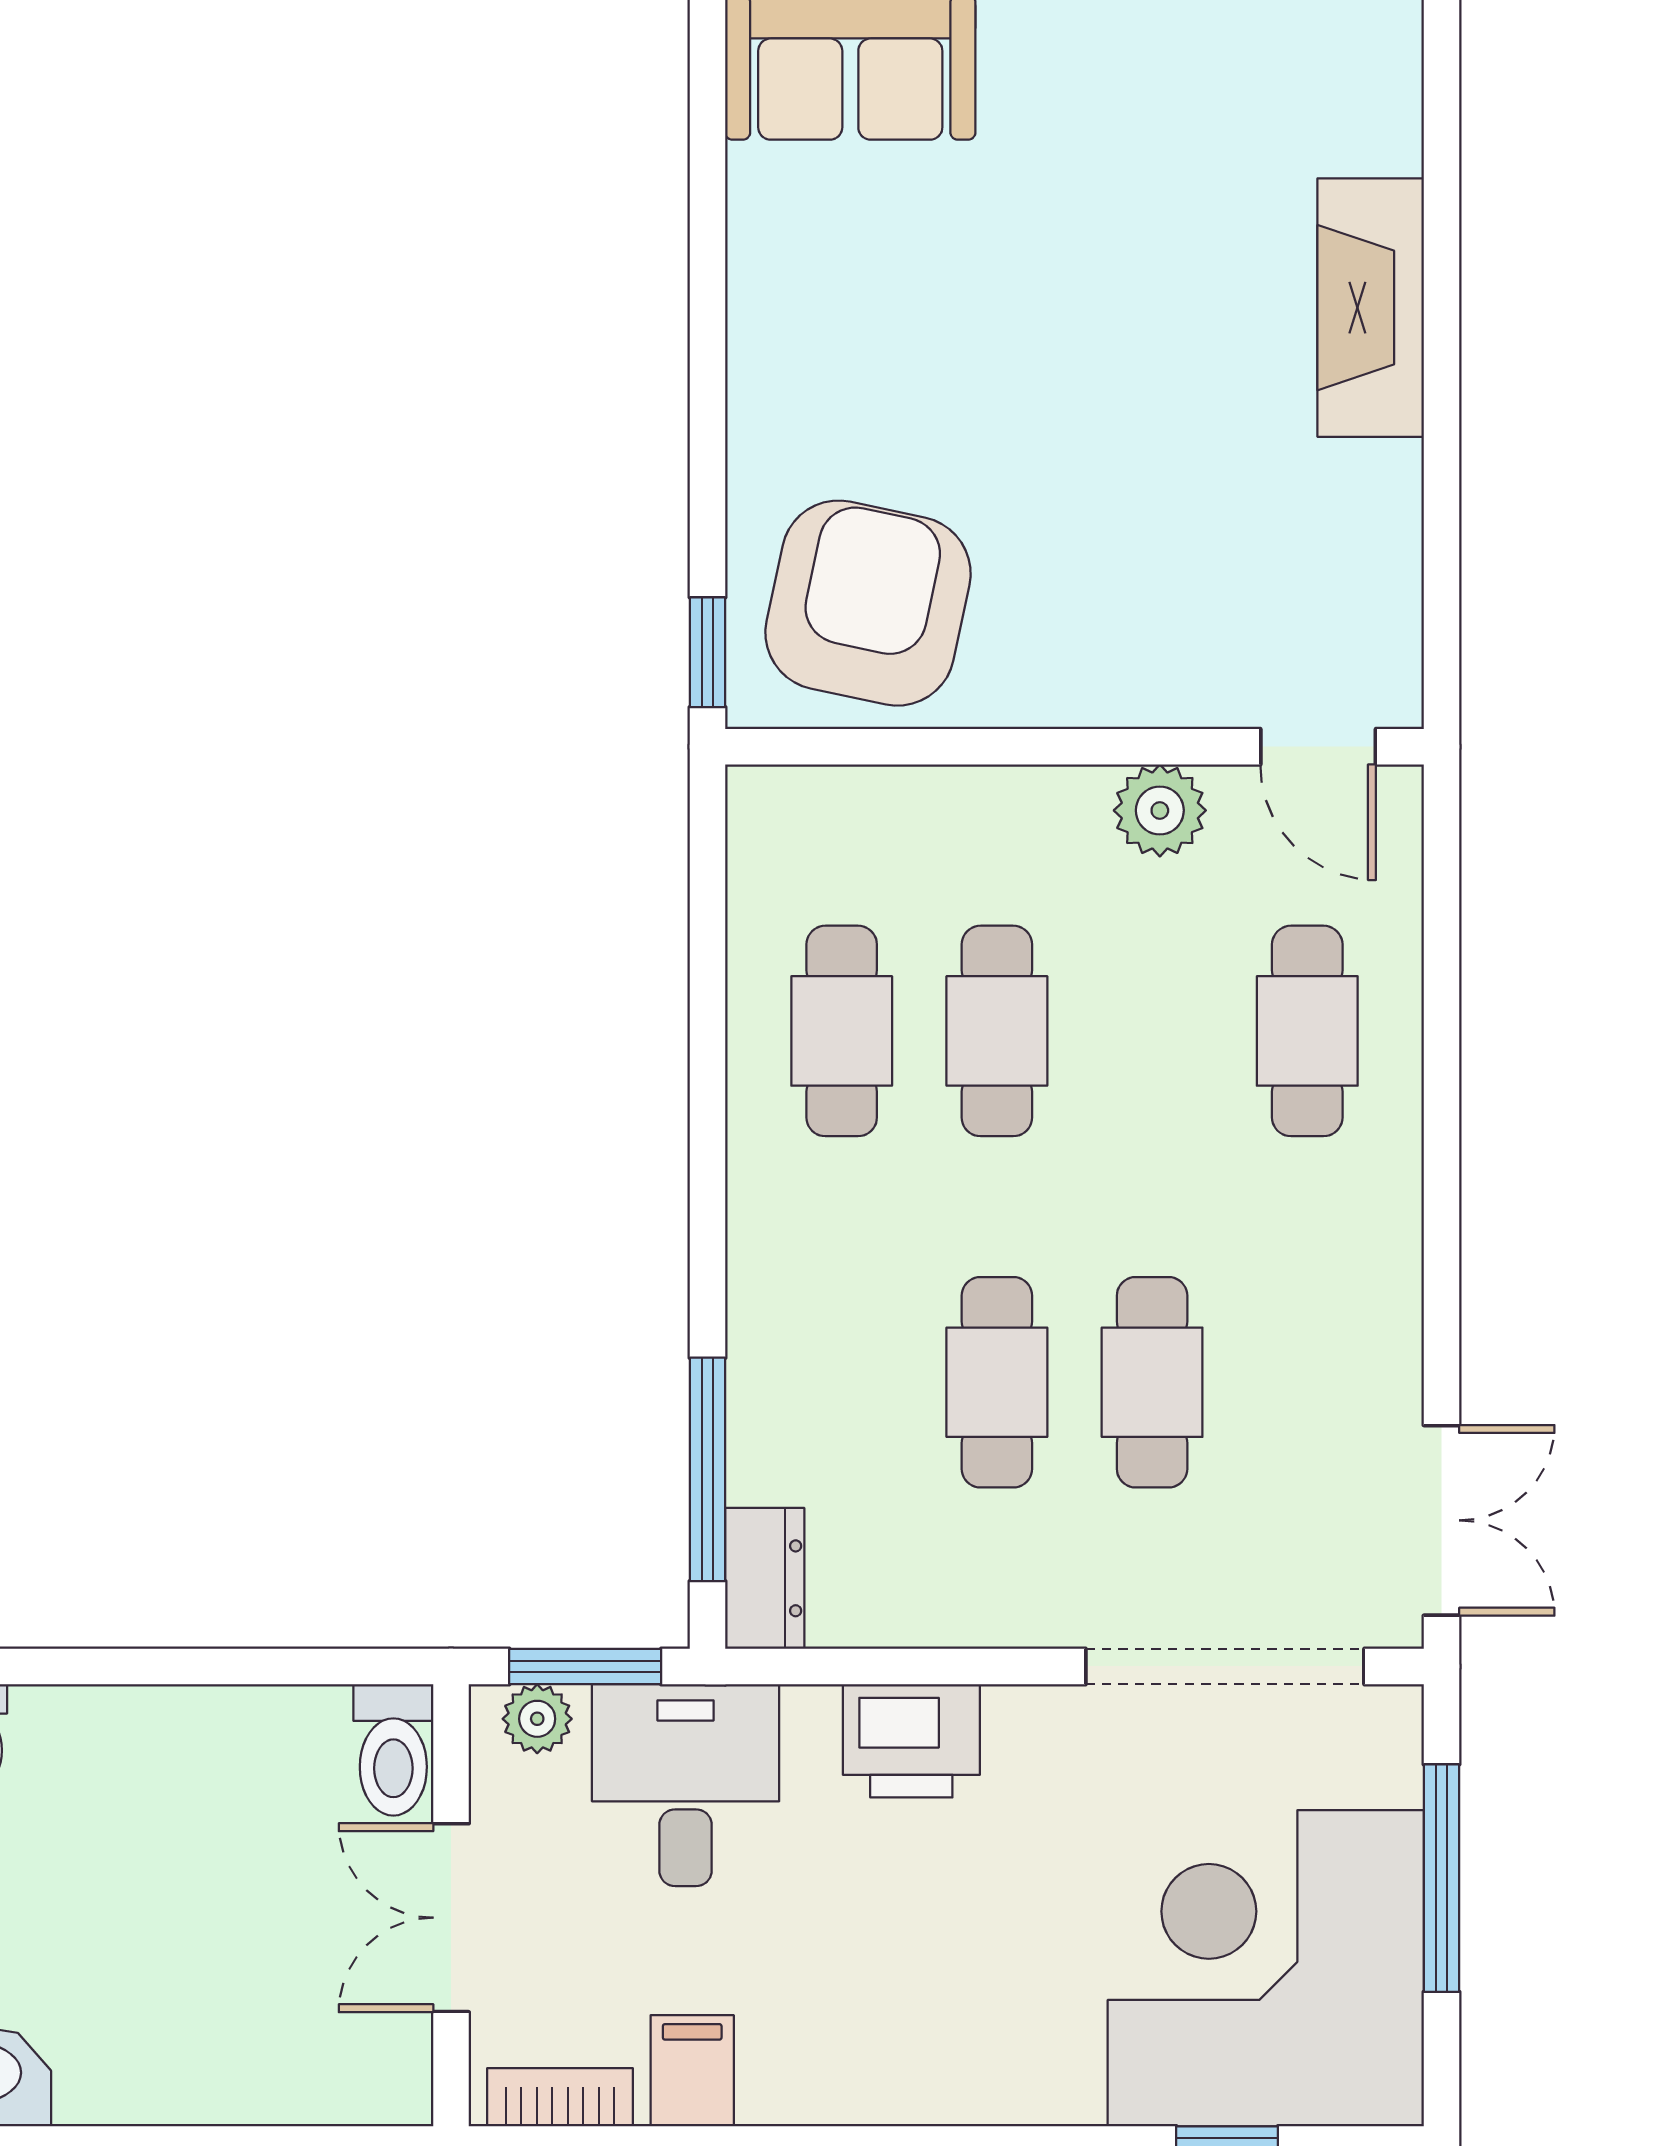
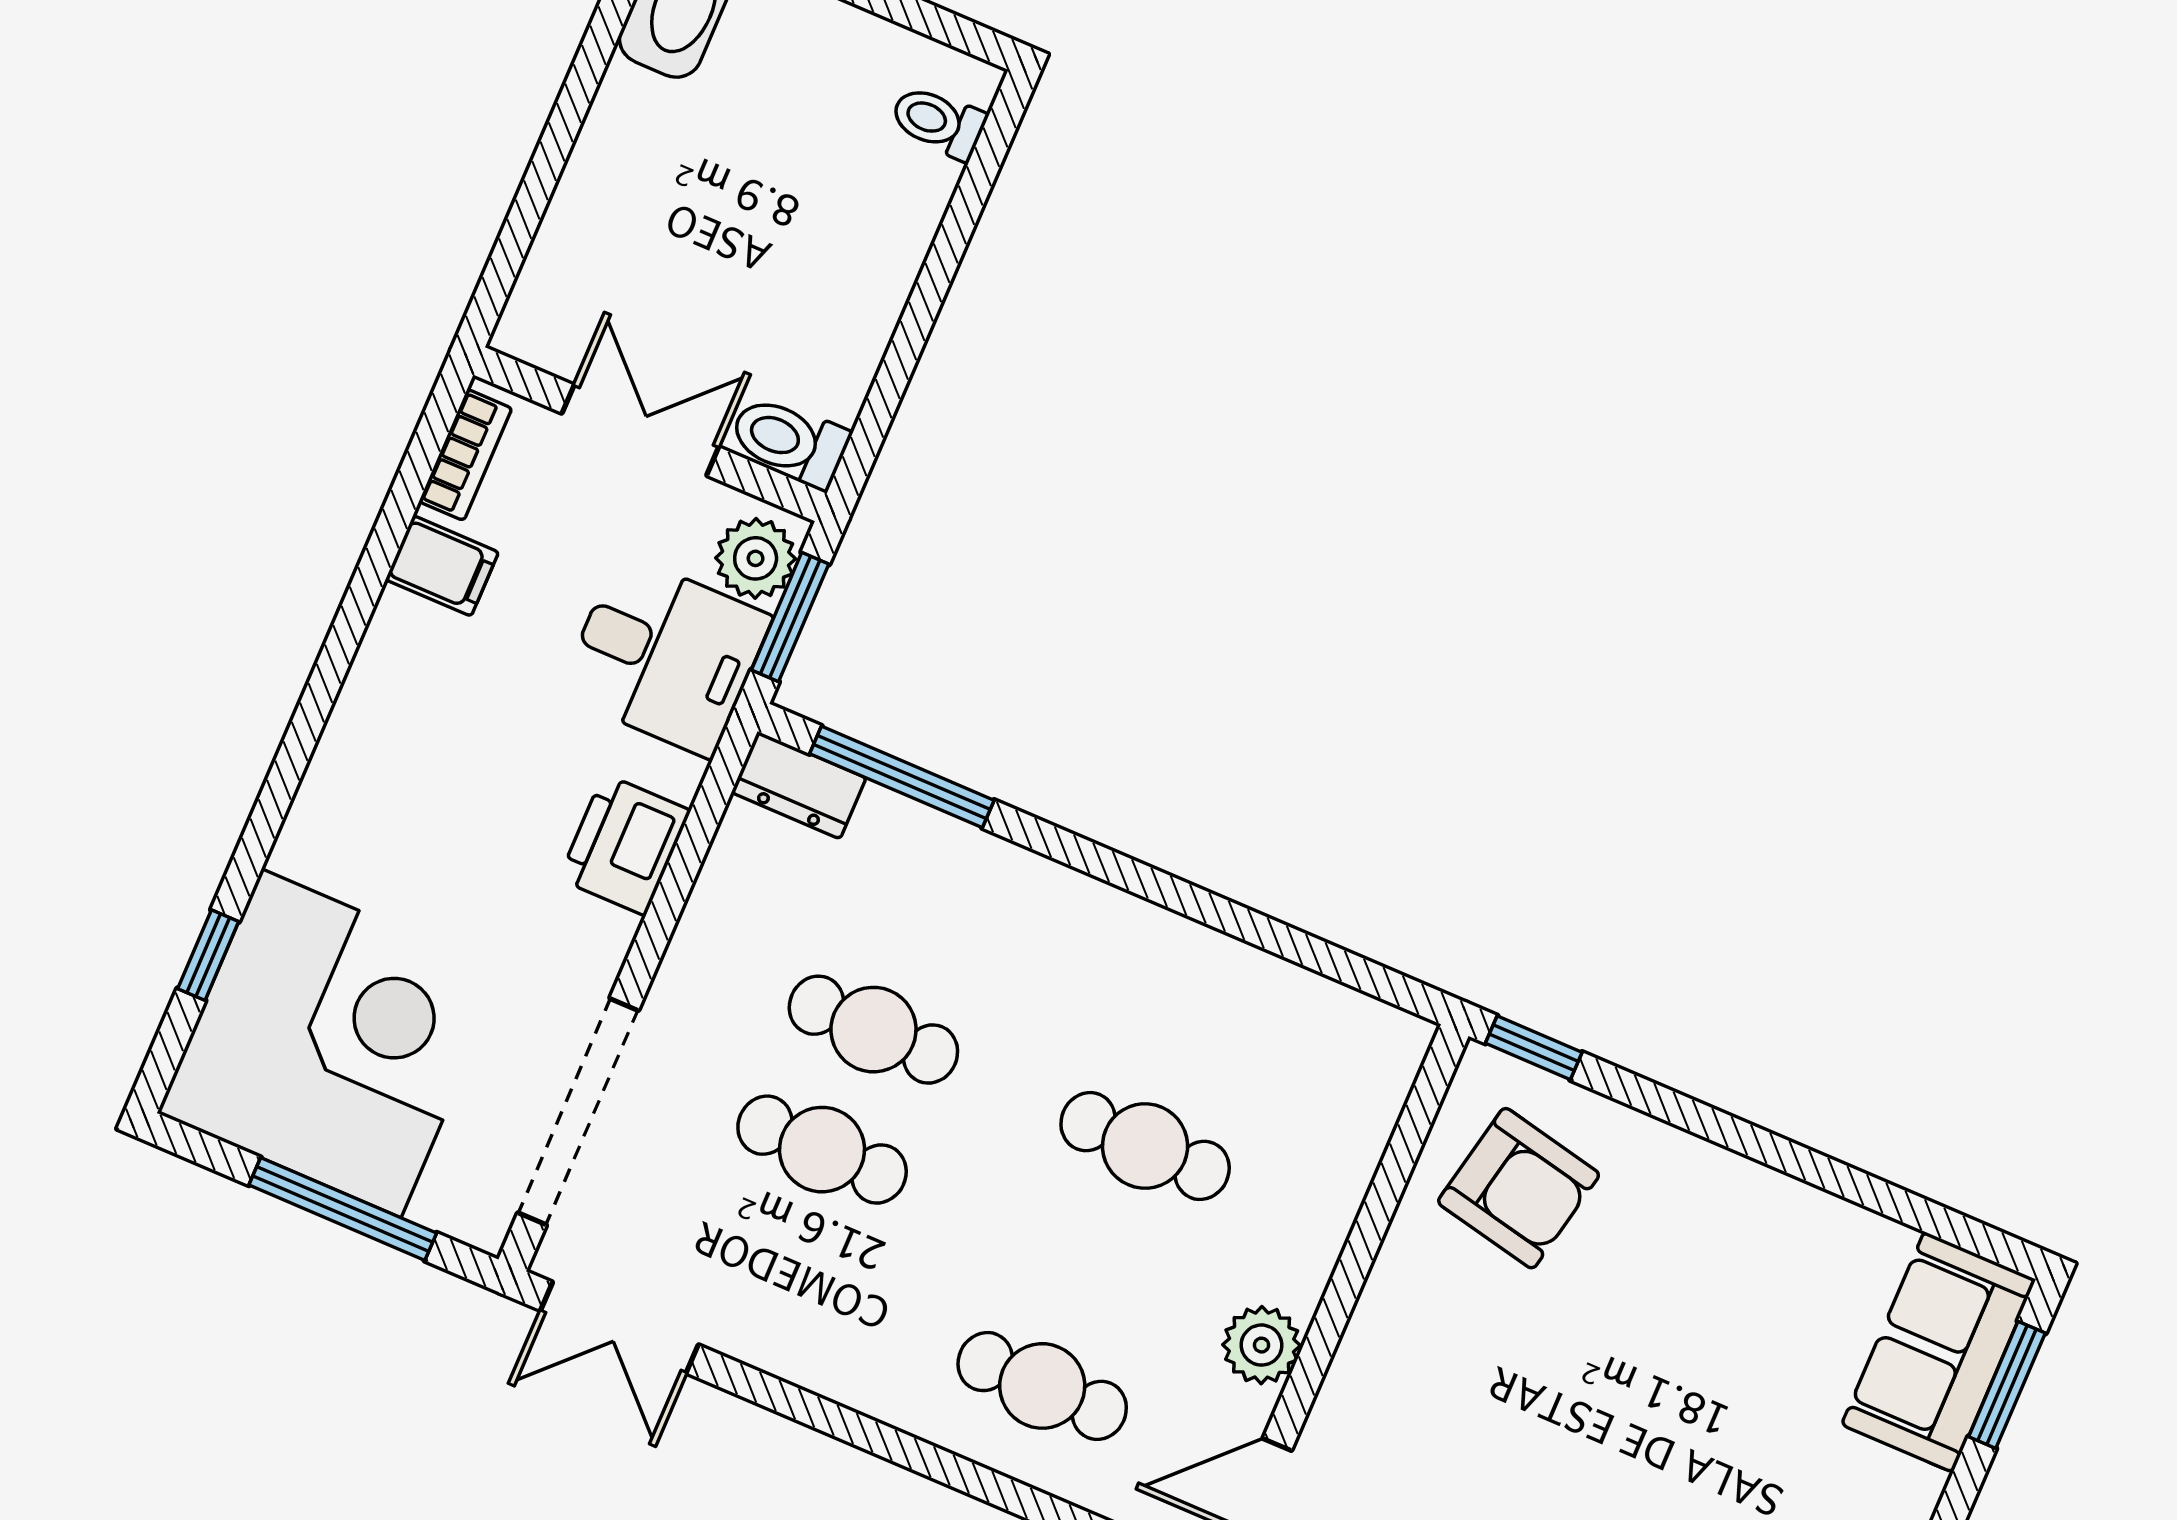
armchair: (868, 603) -> (1519, 1188), width x0.73, depth x0.73
cafe table: (842, 1031) -> (1196, 1026), removed
plant: (537, 1719) -> (756, 558), width x1.38, depth x1.38

